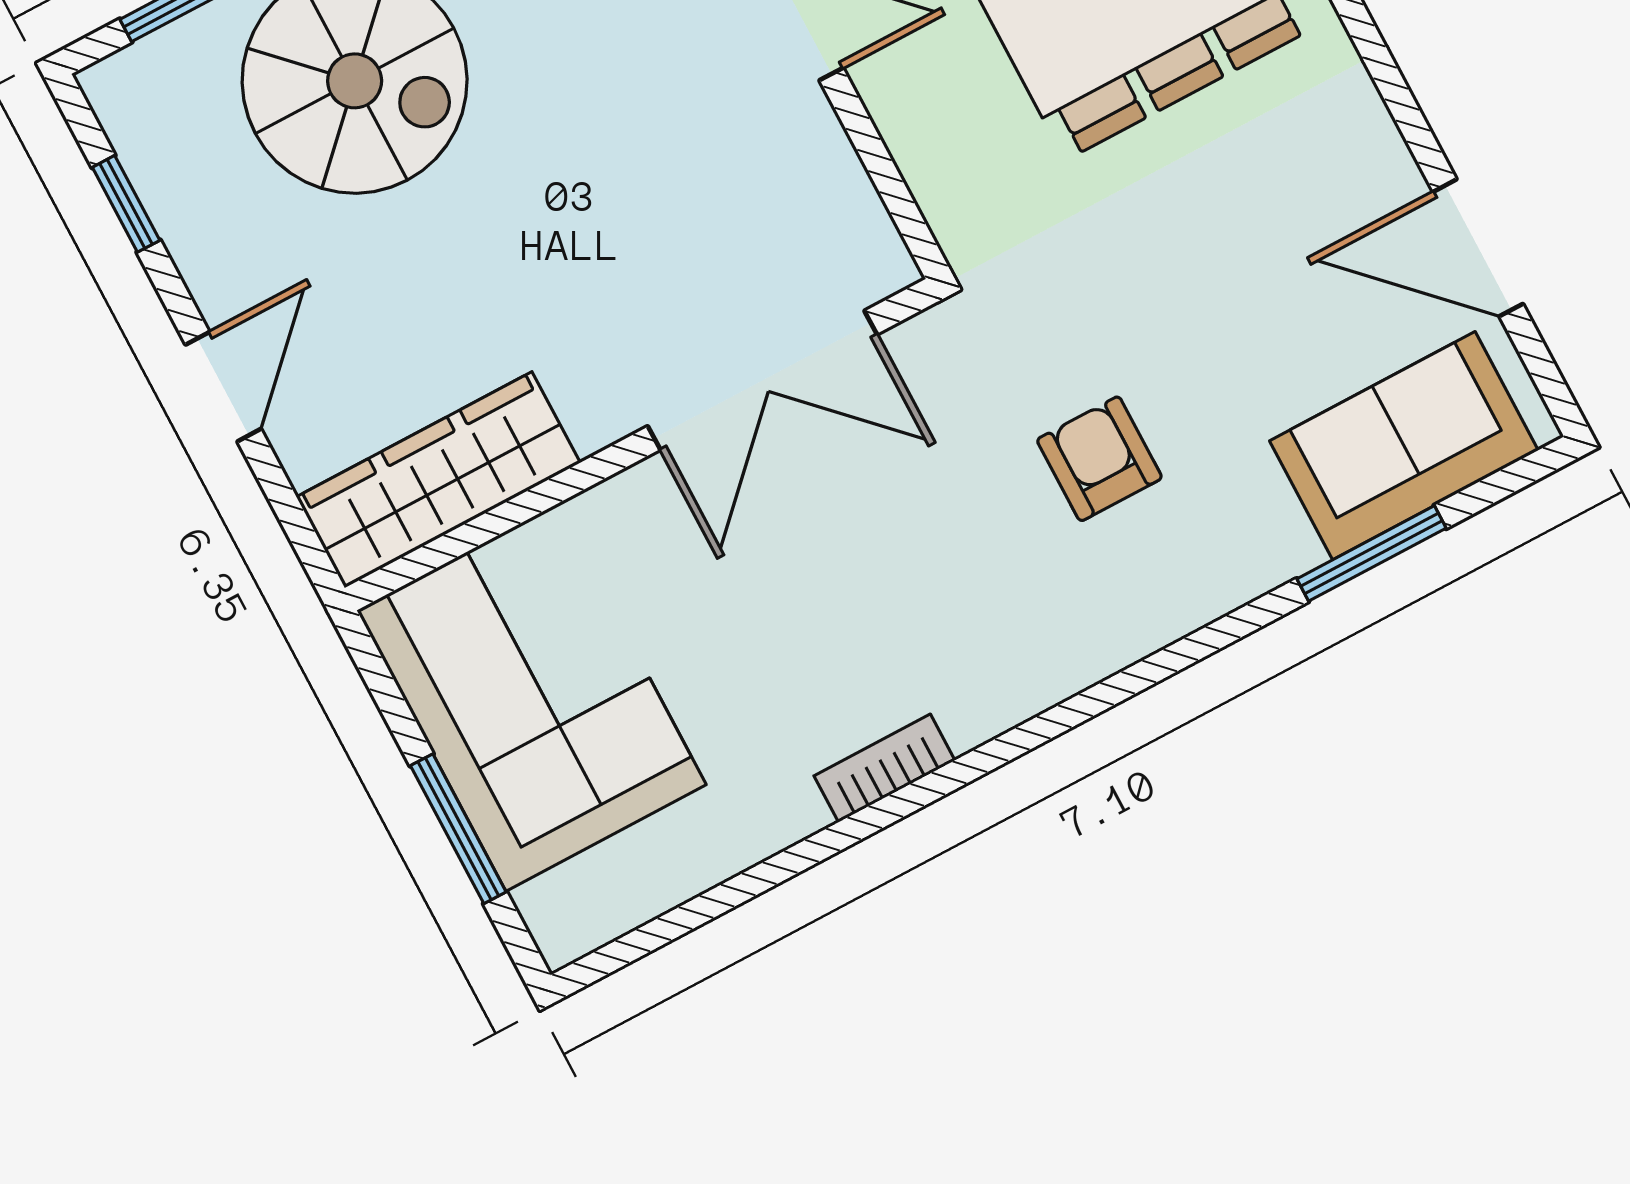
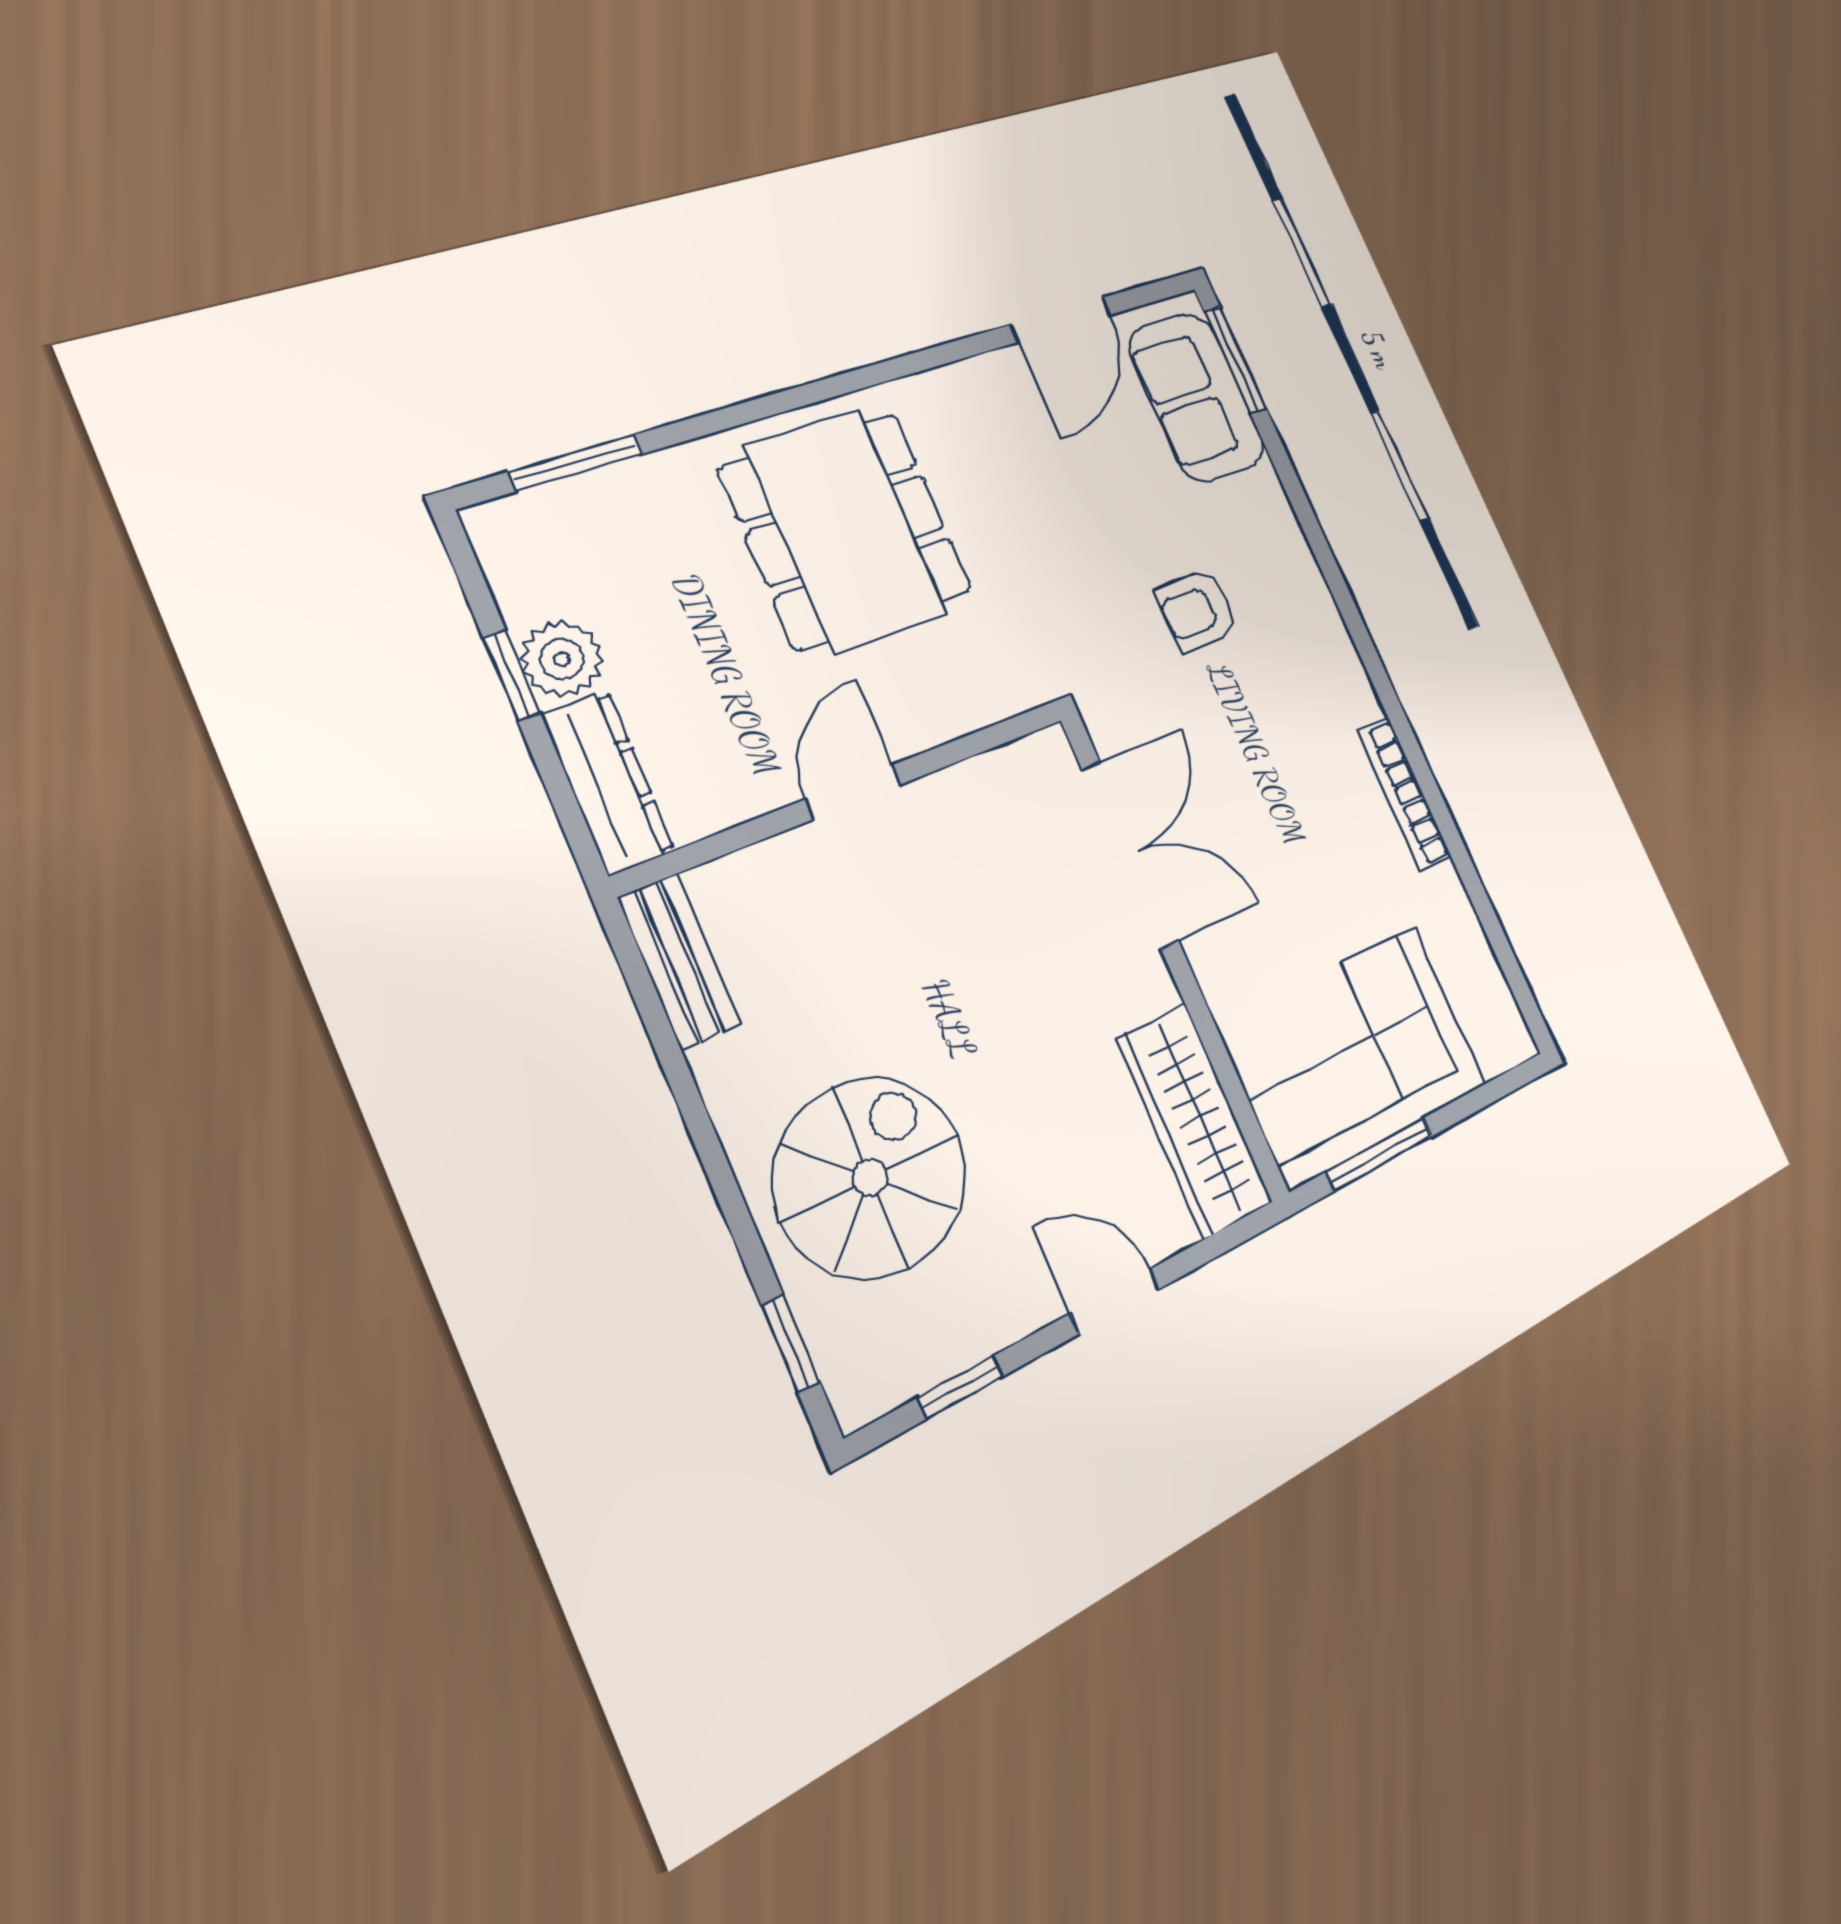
window: (1372, 553) -> (1235, 360), moved
bookcase: (884, 768) -> (1405, 794), width x1.56
window: (458, 829) -> (1379, 1154), moved

